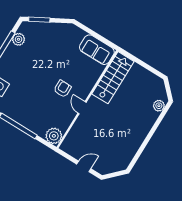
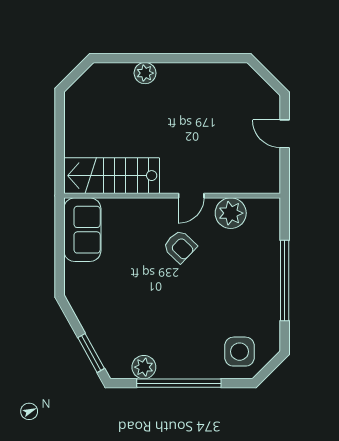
armchair: (62, 89) -> (180, 246), turned -136
plant: (159, 106) -> (145, 73), moved
plant: (54, 136) -> (231, 213), moved

